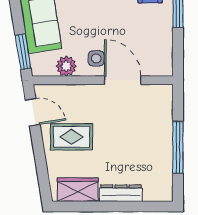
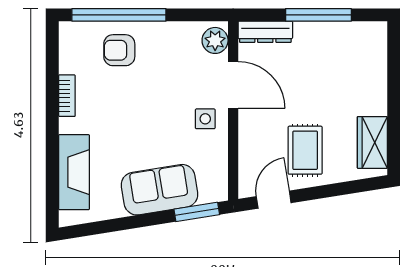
plant: (66, 66) -> (215, 40), moved
door: (123, 80) -> (233, 85), swing flipped
dresser: (121, 193) -> (265, 32), moved, turned -90

